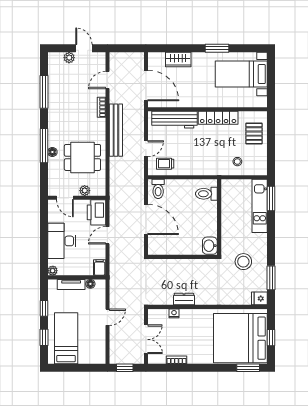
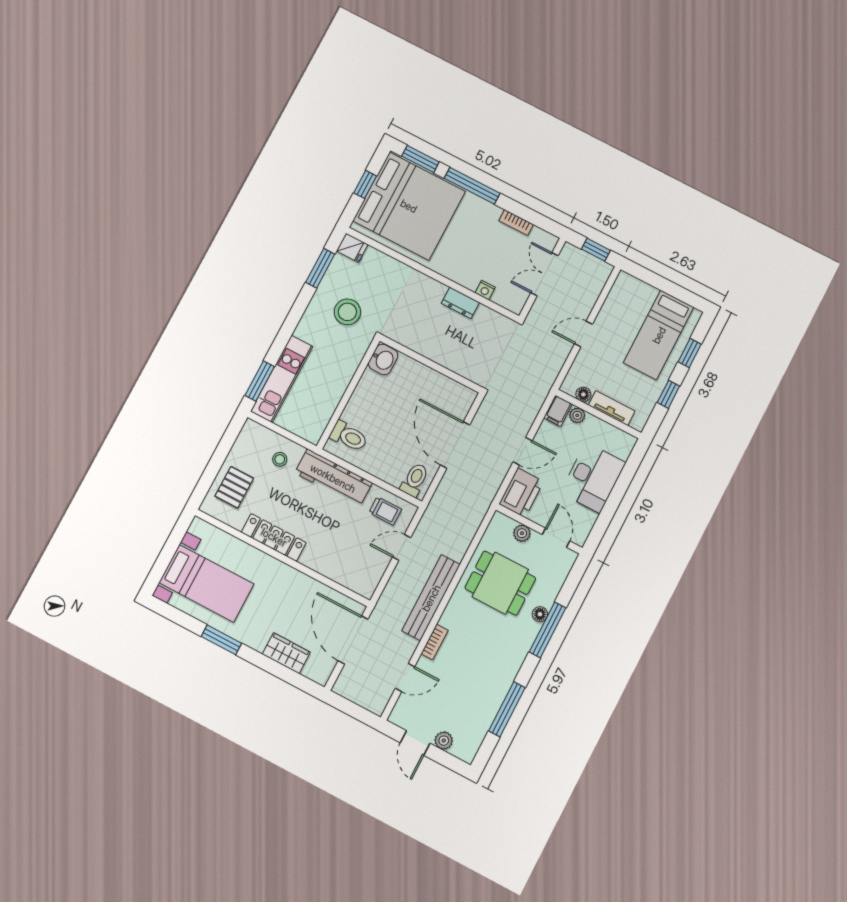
workbench: (175, 120) -> (333, 478), moved, turned 180
plant: (53, 271) -> (577, 415), moved
window: (212, 368) -> (472, 186), added

